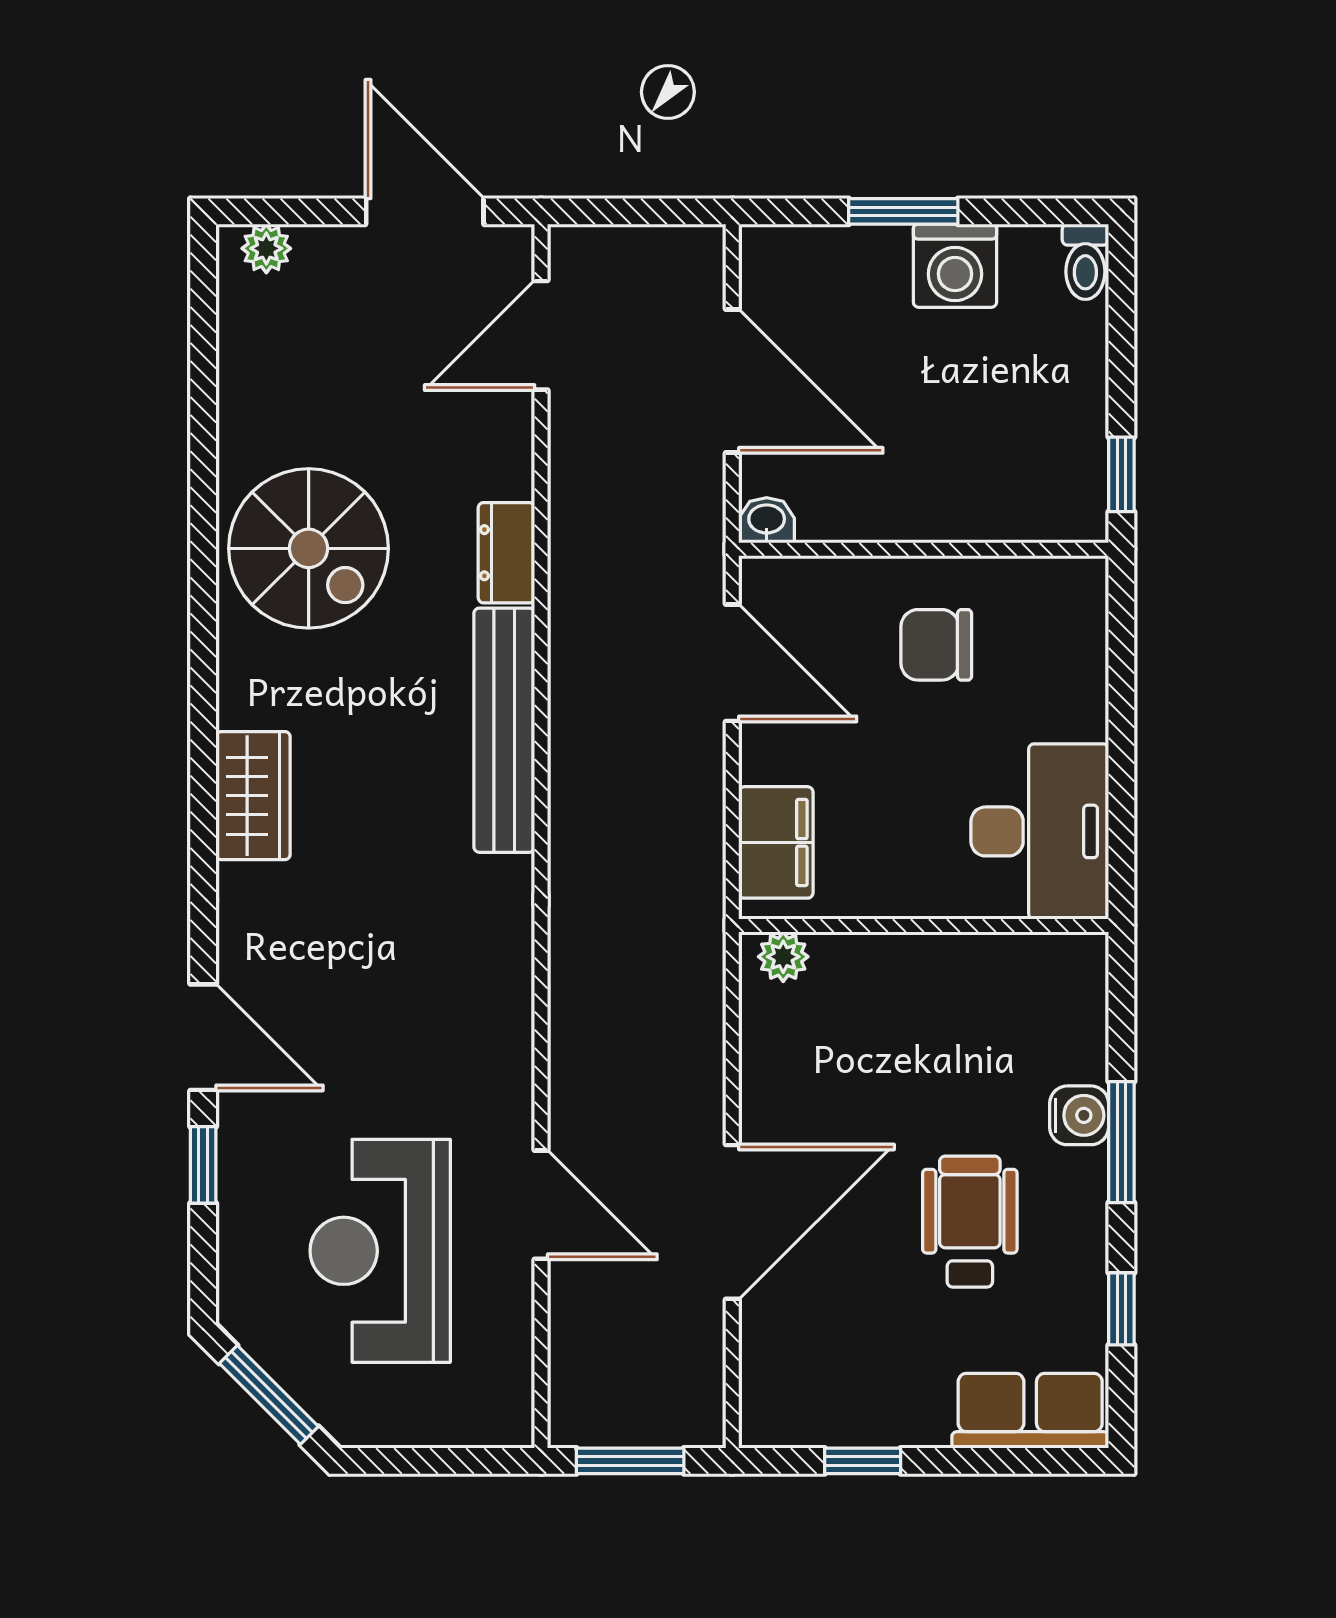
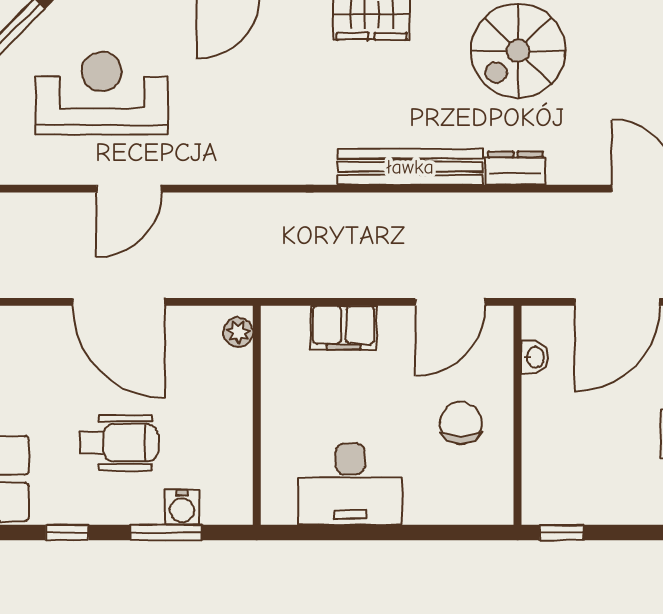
washbasin: (767, 520) -> (535, 357), moved
wall: (924, 925) -> (257, 415), moved
plant: (783, 957) -> (238, 332), moved

